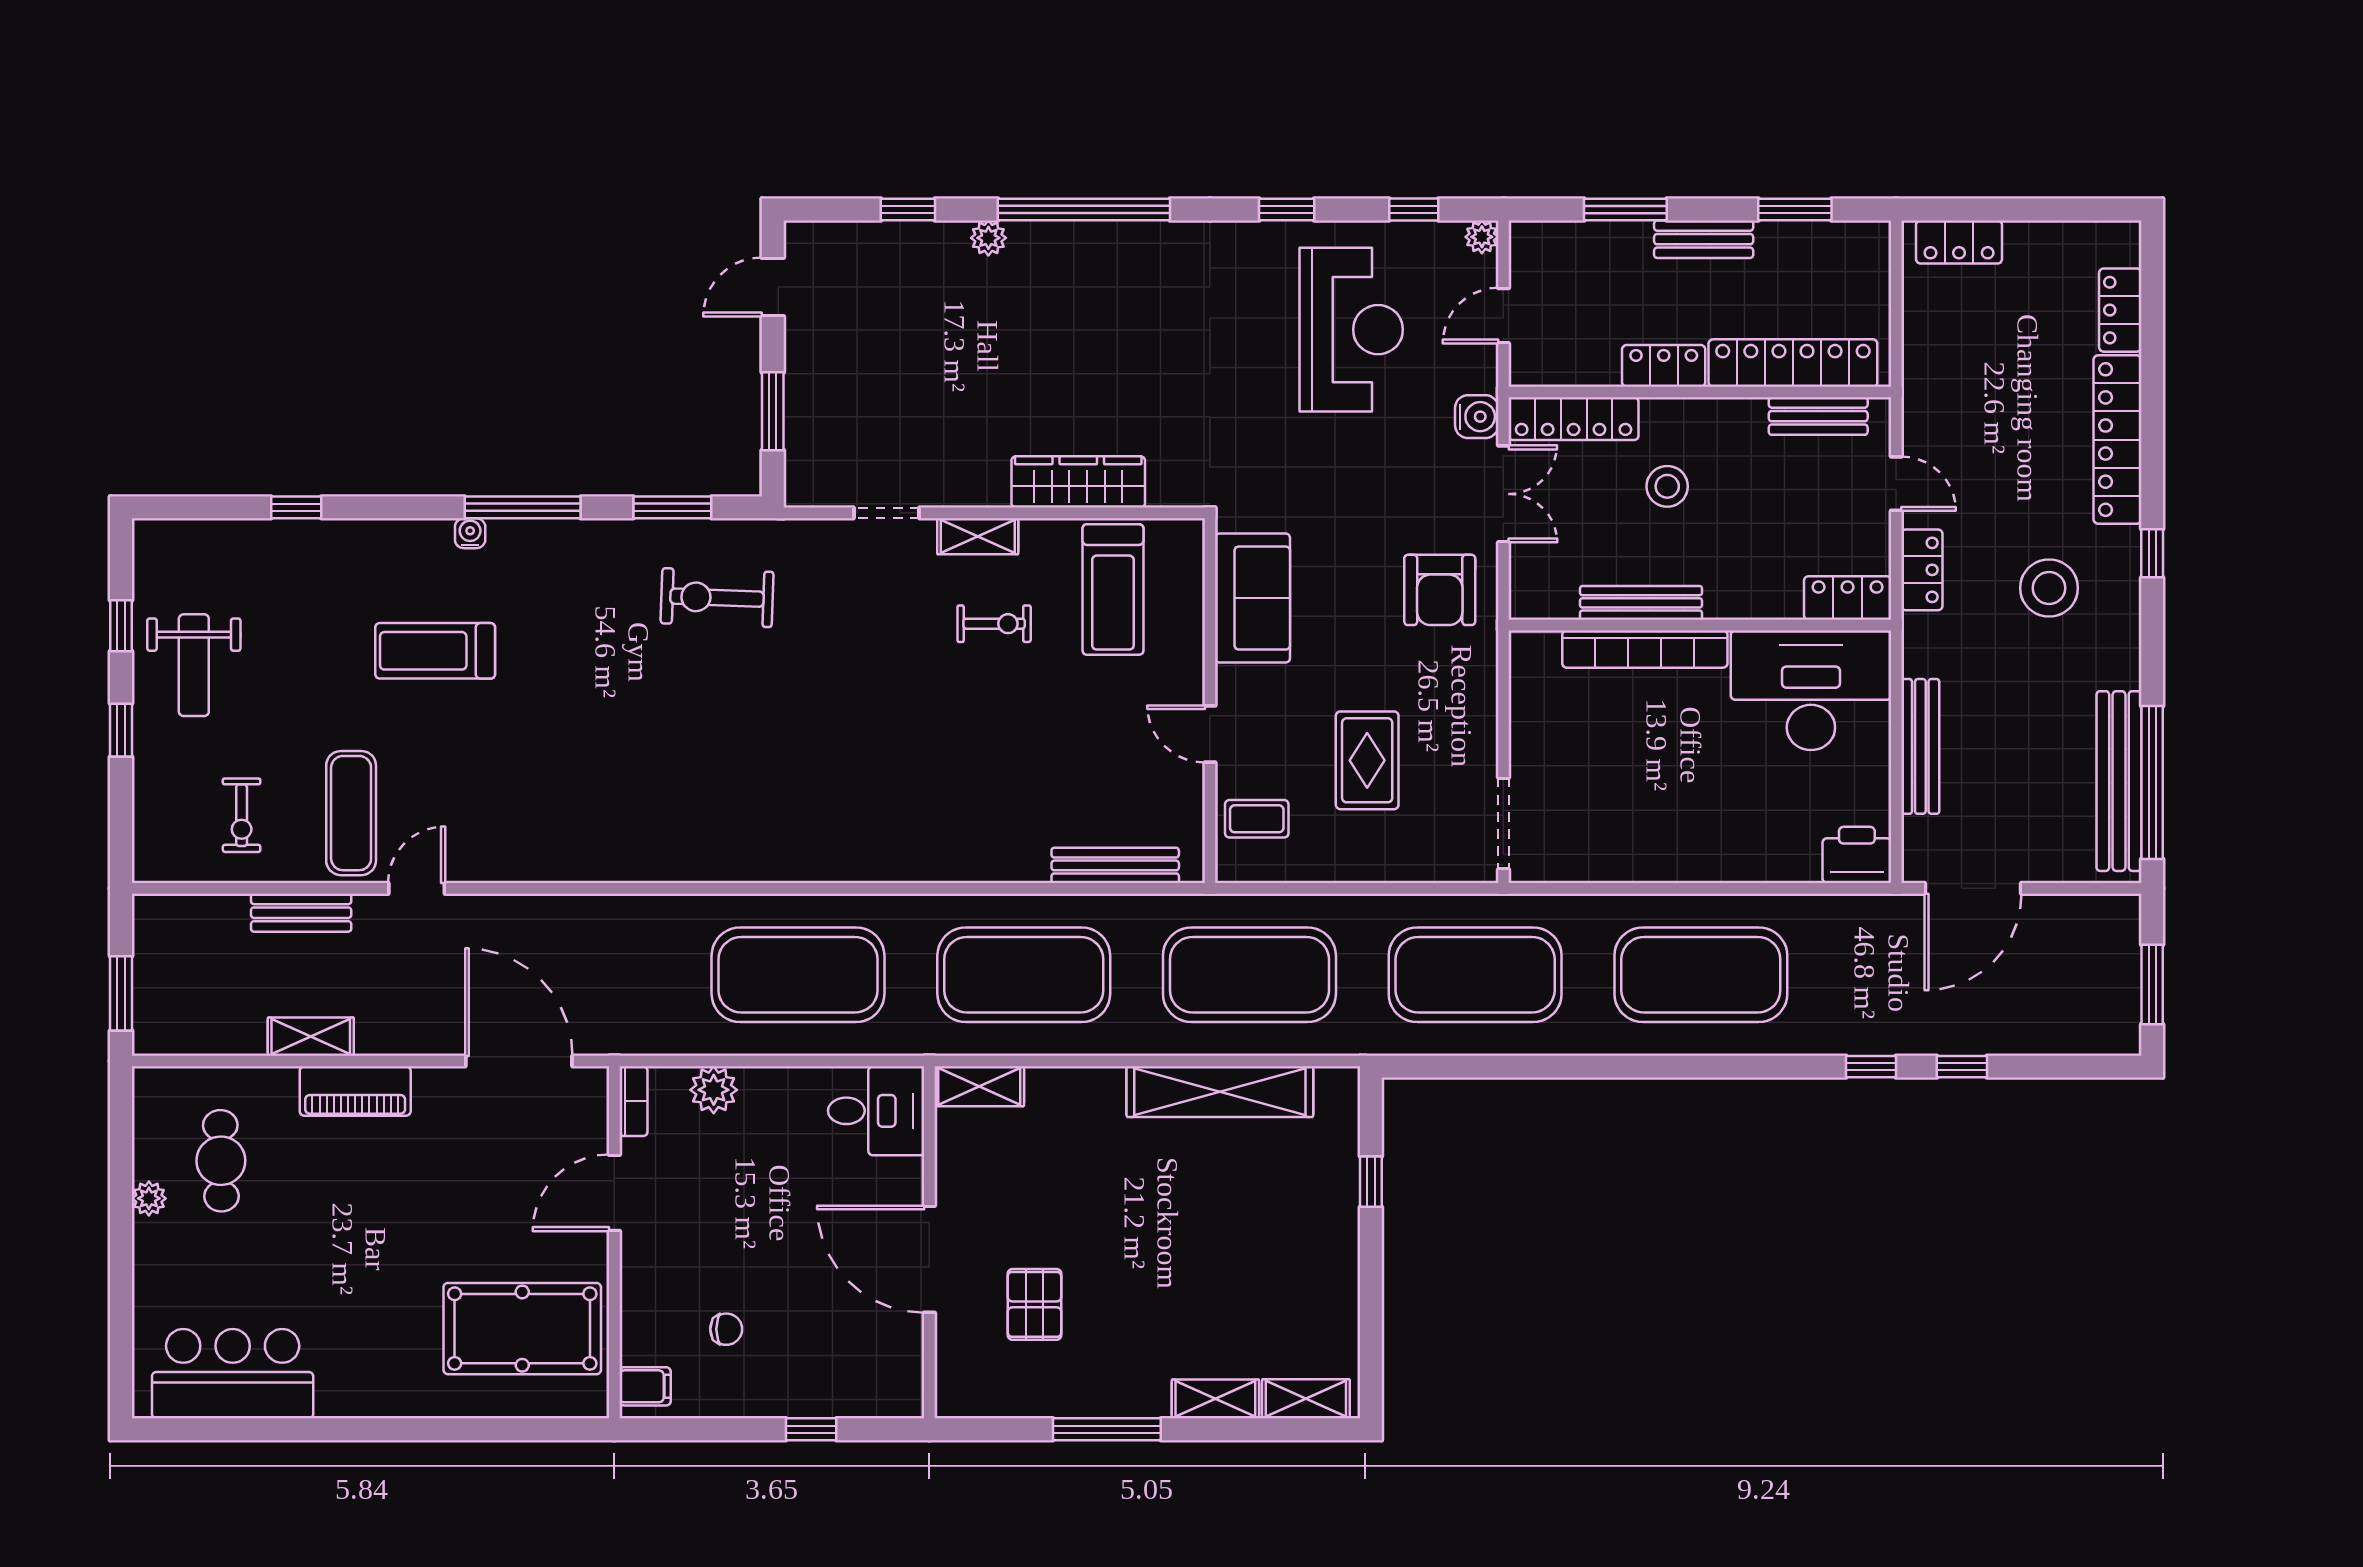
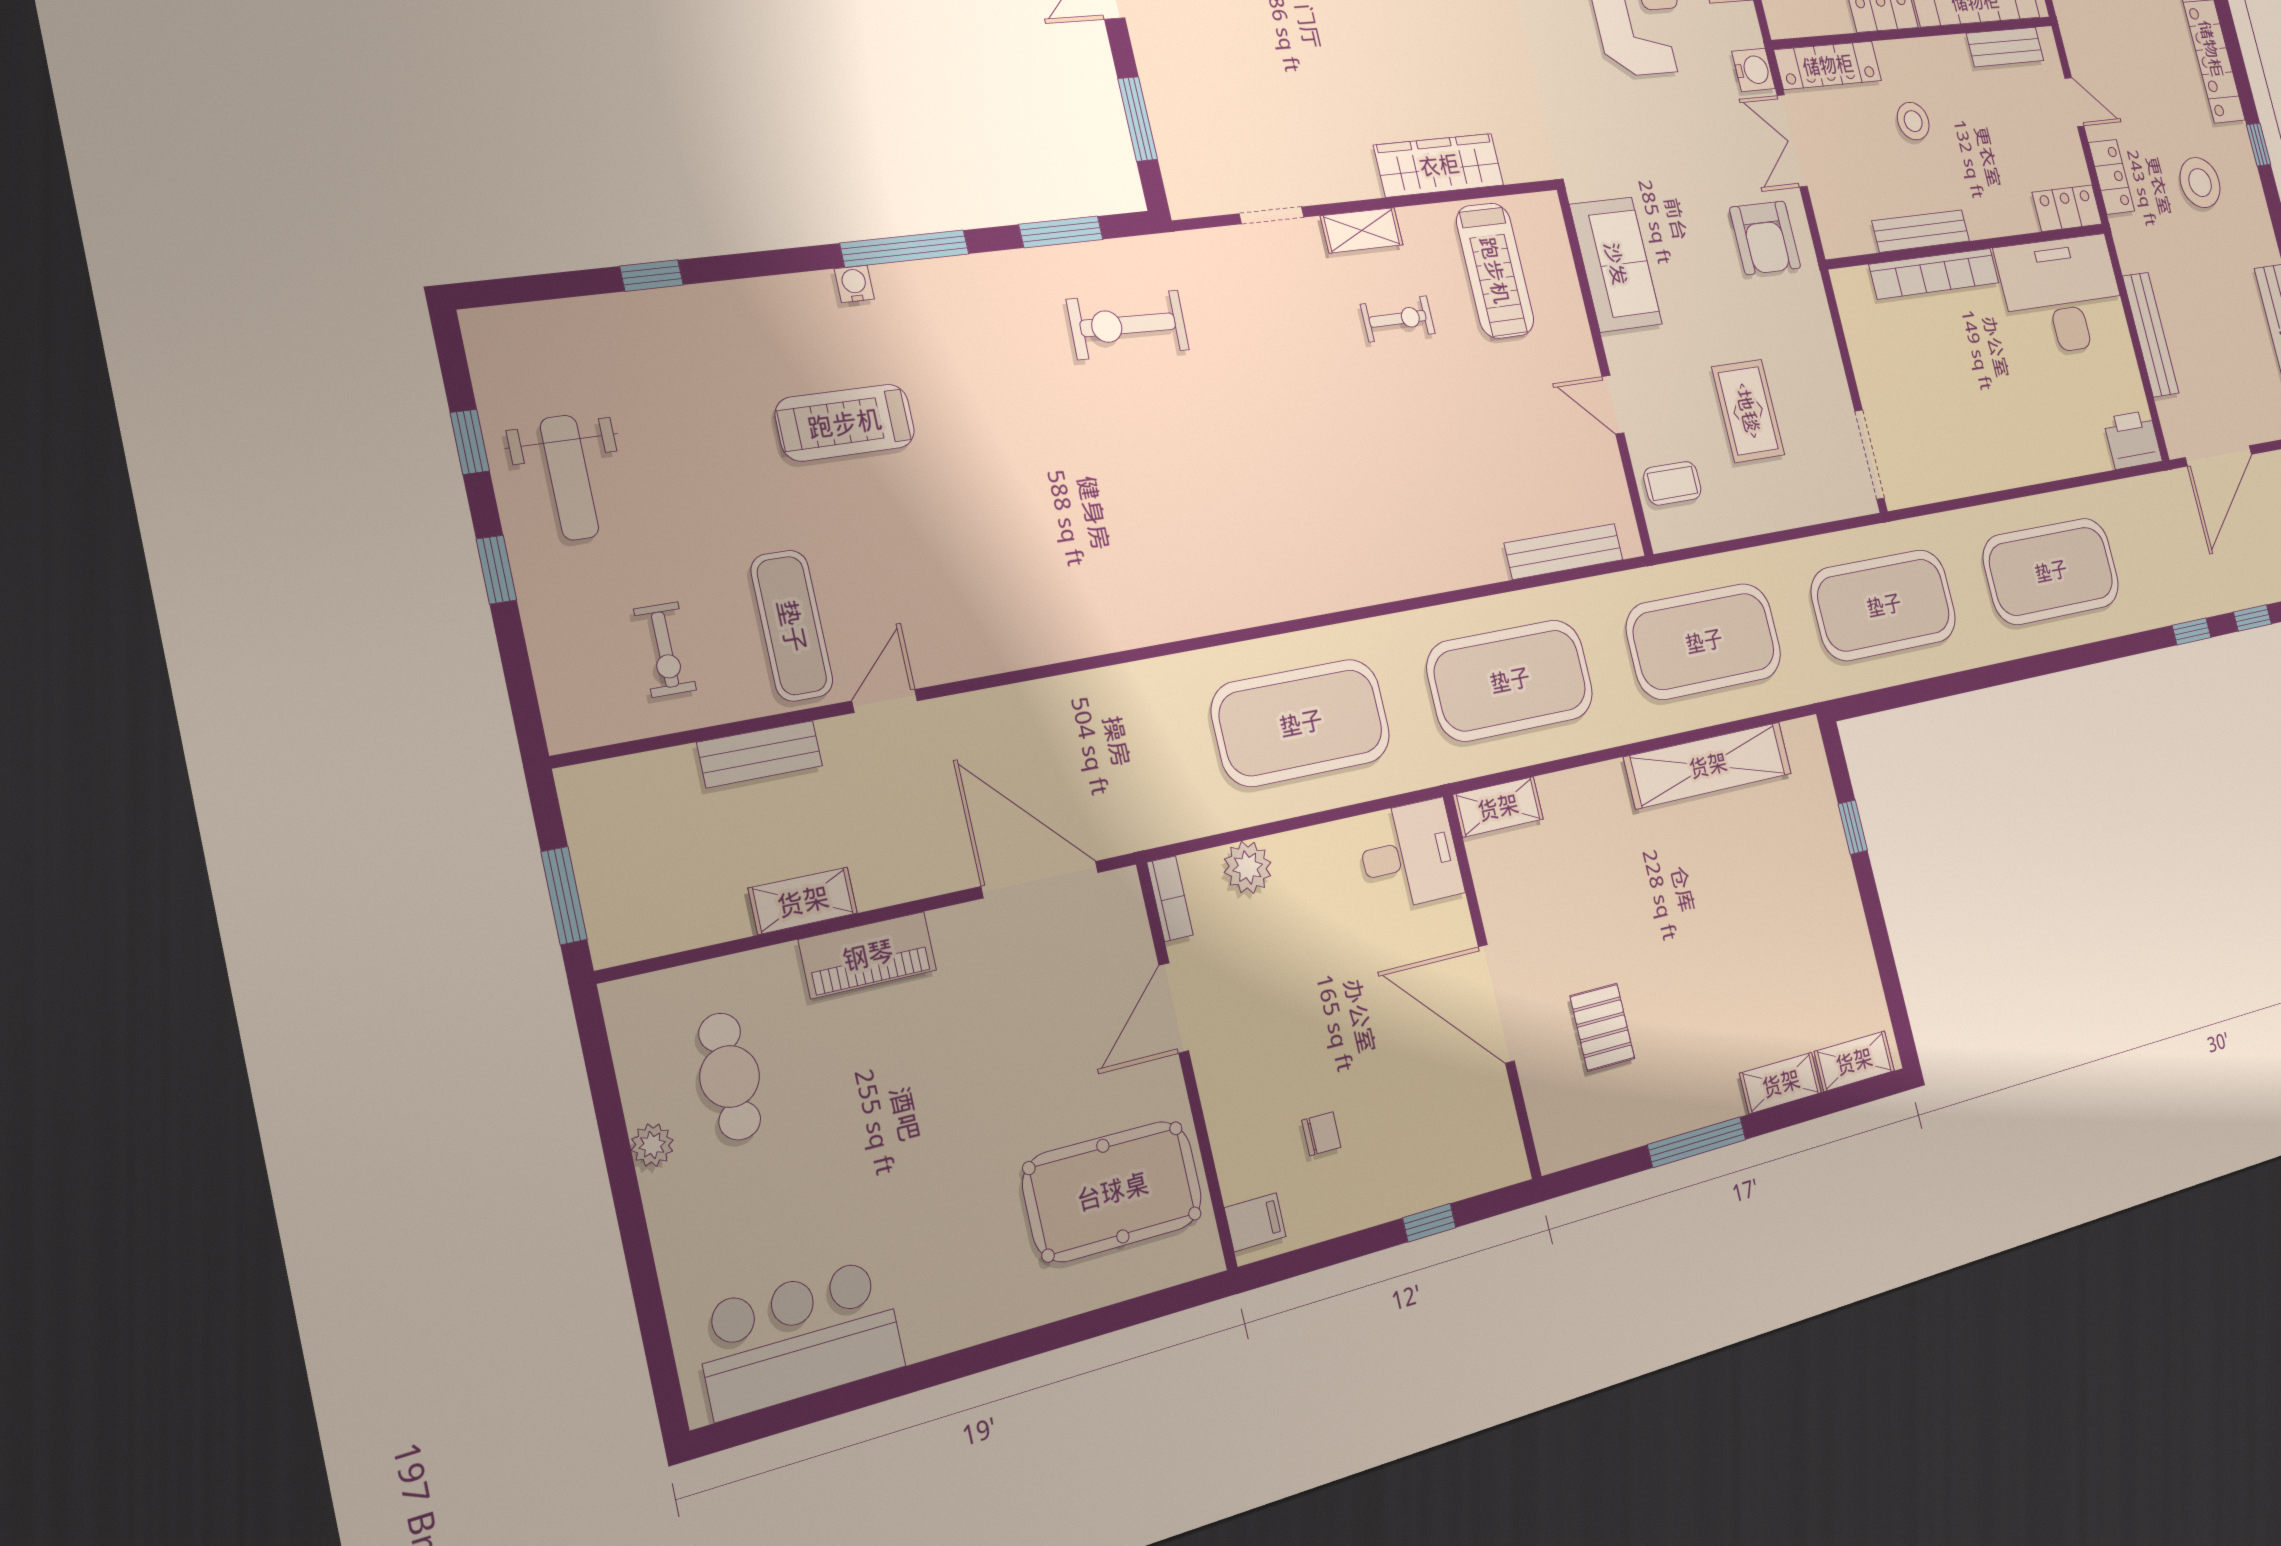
double door: (1503, 494) -> (1792, 141), swing flipped

